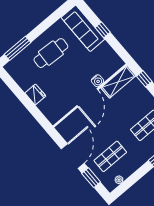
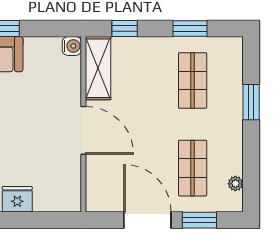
water cooler: (98, 81) -> (72, 46), moved

